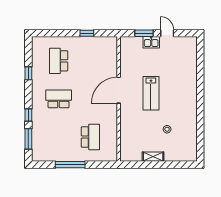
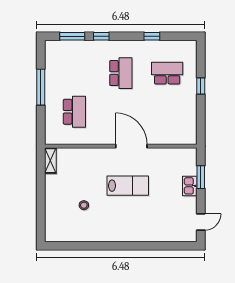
window: (87, 33) -> (201, 86), moved
door: (167, 33) -> (201, 222), moved
lab bench: (151, 93) -> (128, 186), turned 180
school desk: (90, 137) -> (74, 112), turned -90
shelving: (153, 157) -> (50, 161), moved

